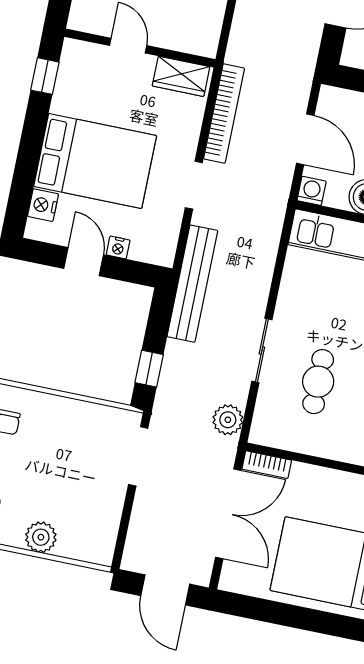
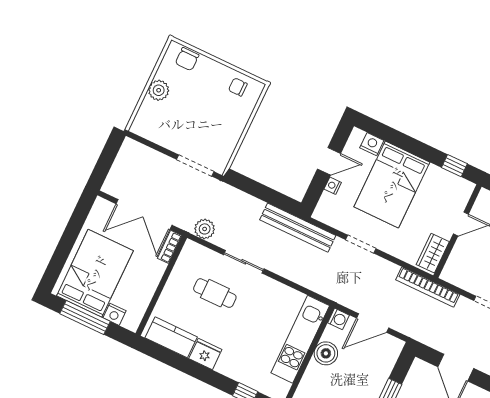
bookcase: (224, 114) -> (428, 287), moved
window: (149, 369) -> (250, 186), removed
door: (165, 590) -> (105, 162), removed

